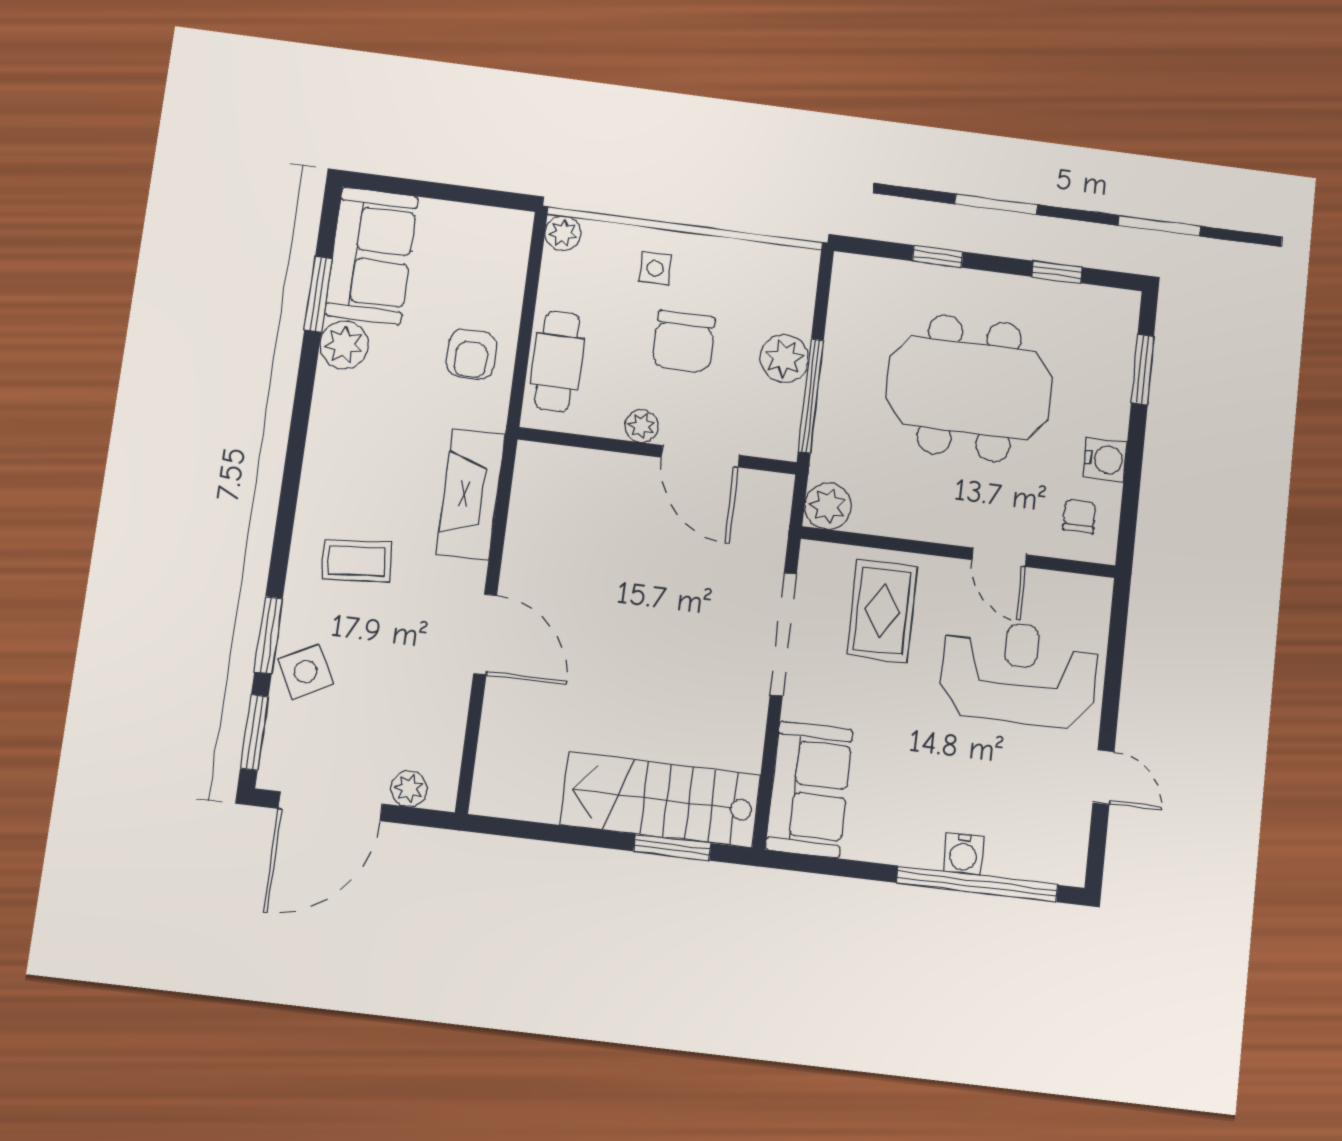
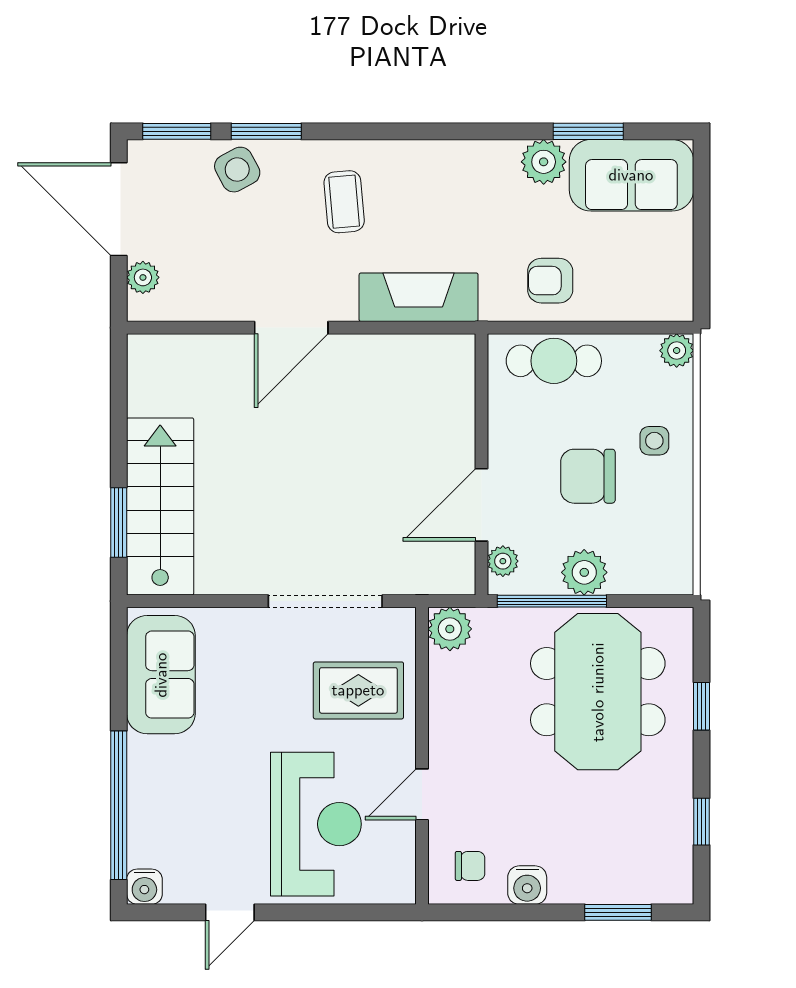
meeting table: (969, 388) -> (598, 692), moved
plant: (642, 426) -> (503, 561), moved
sofa: (809, 789) -> (161, 675), moved, turned -90
water cooler: (963, 854) -> (144, 887), moved, turned -90

